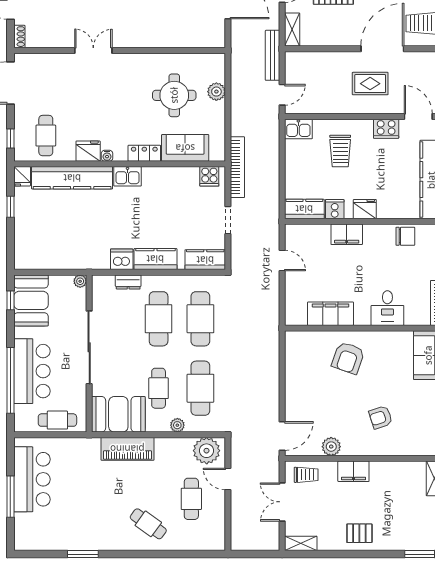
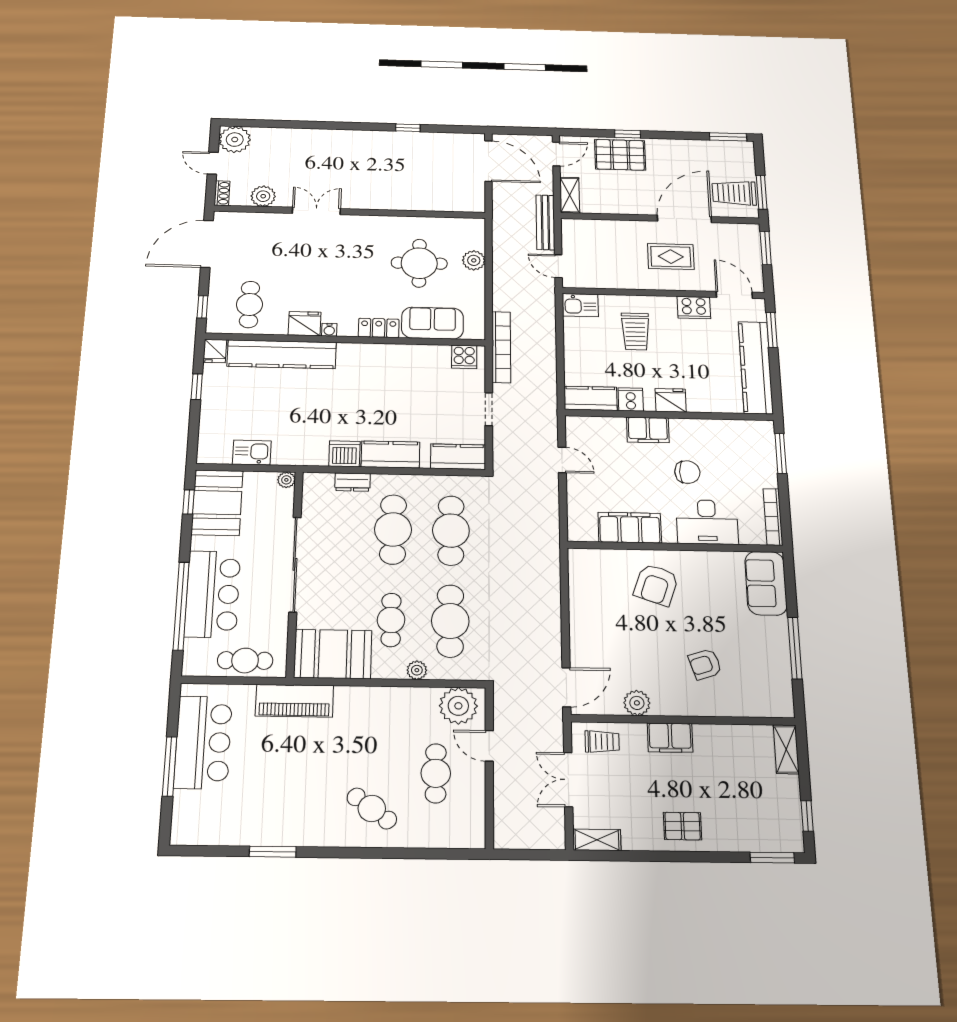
plant: (51, 38) -> (263, 196), added
door: (282, 95) -> (558, 266), swing flipped
kitchen sink: (127, 176) -> (252, 453), moved, turned 180
chair: (405, 236) -> (687, 472), moved
desk: (387, 308) -> (707, 522), width x1.37
piano: (127, 449) -> (294, 701), moved

